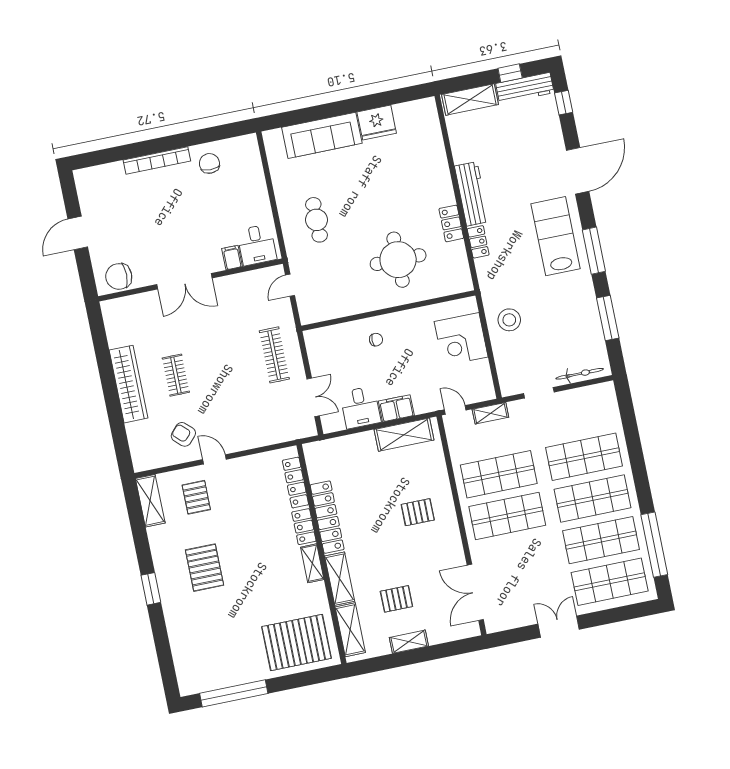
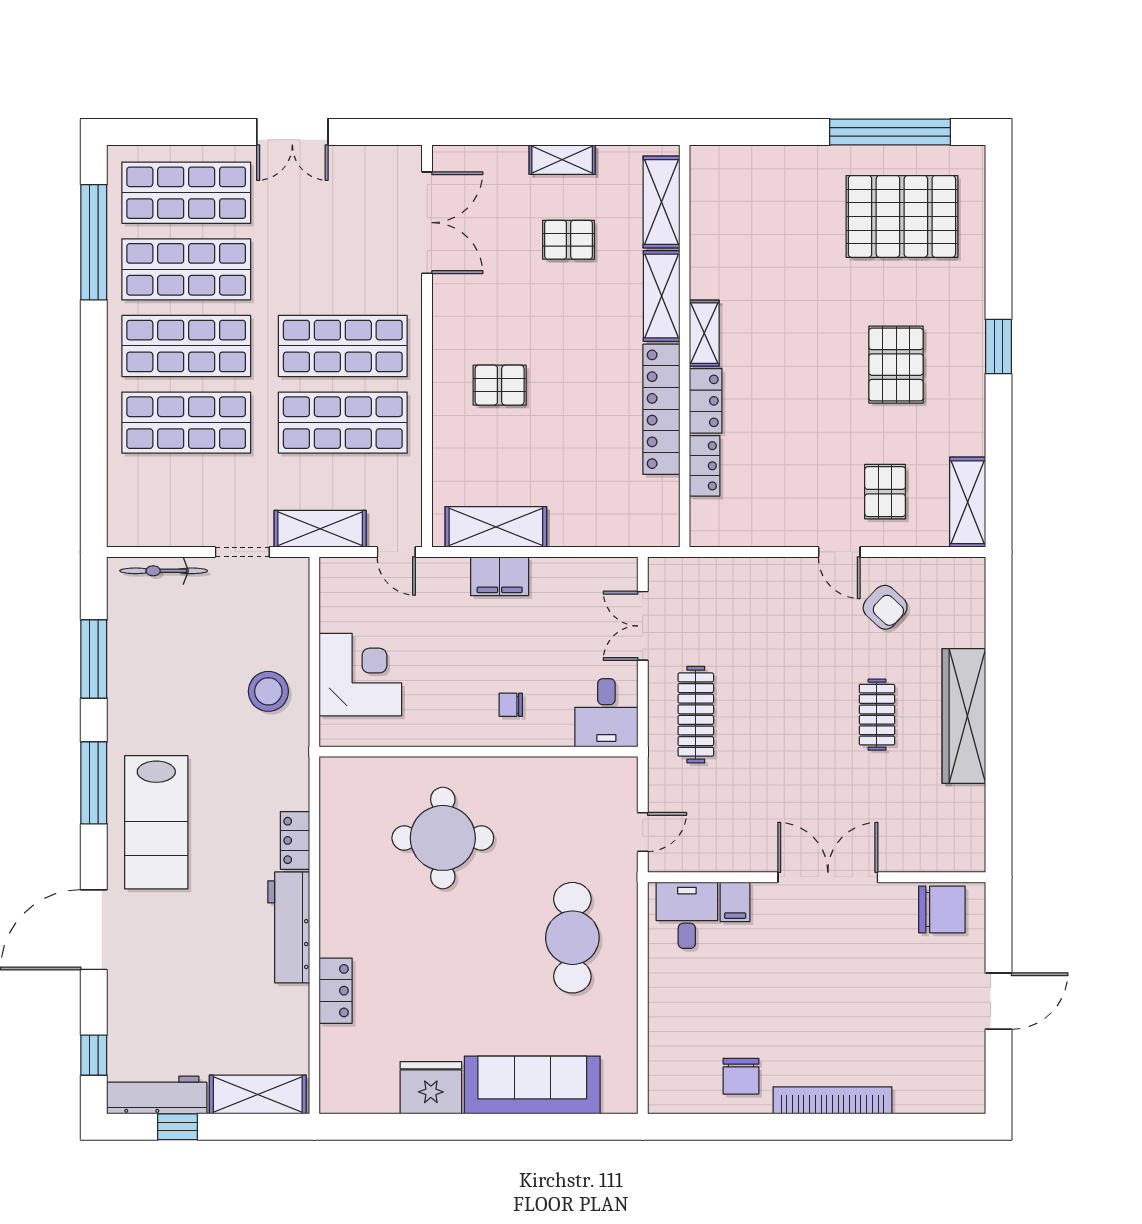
cafe table: (316, 220) -> (572, 938), width x1.37, depth x1.35
locker: (451, 223) -> (336, 991), moved
desk: (360, 407) -> (606, 713), moved, turned 180
shelving: (490, 413) -> (320, 529), width x1.50, depth x1.33
locker: (295, 483) -> (705, 466), width x0.66
pallet: (297, 642) -> (902, 216), moved

